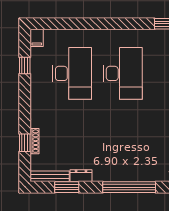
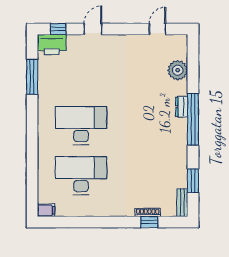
window: (25, 65) -> (73, 222), removed
bench: (50, 176) -> (182, 203), width x0.73
dresser: (81, 176) -> (182, 107), moved

